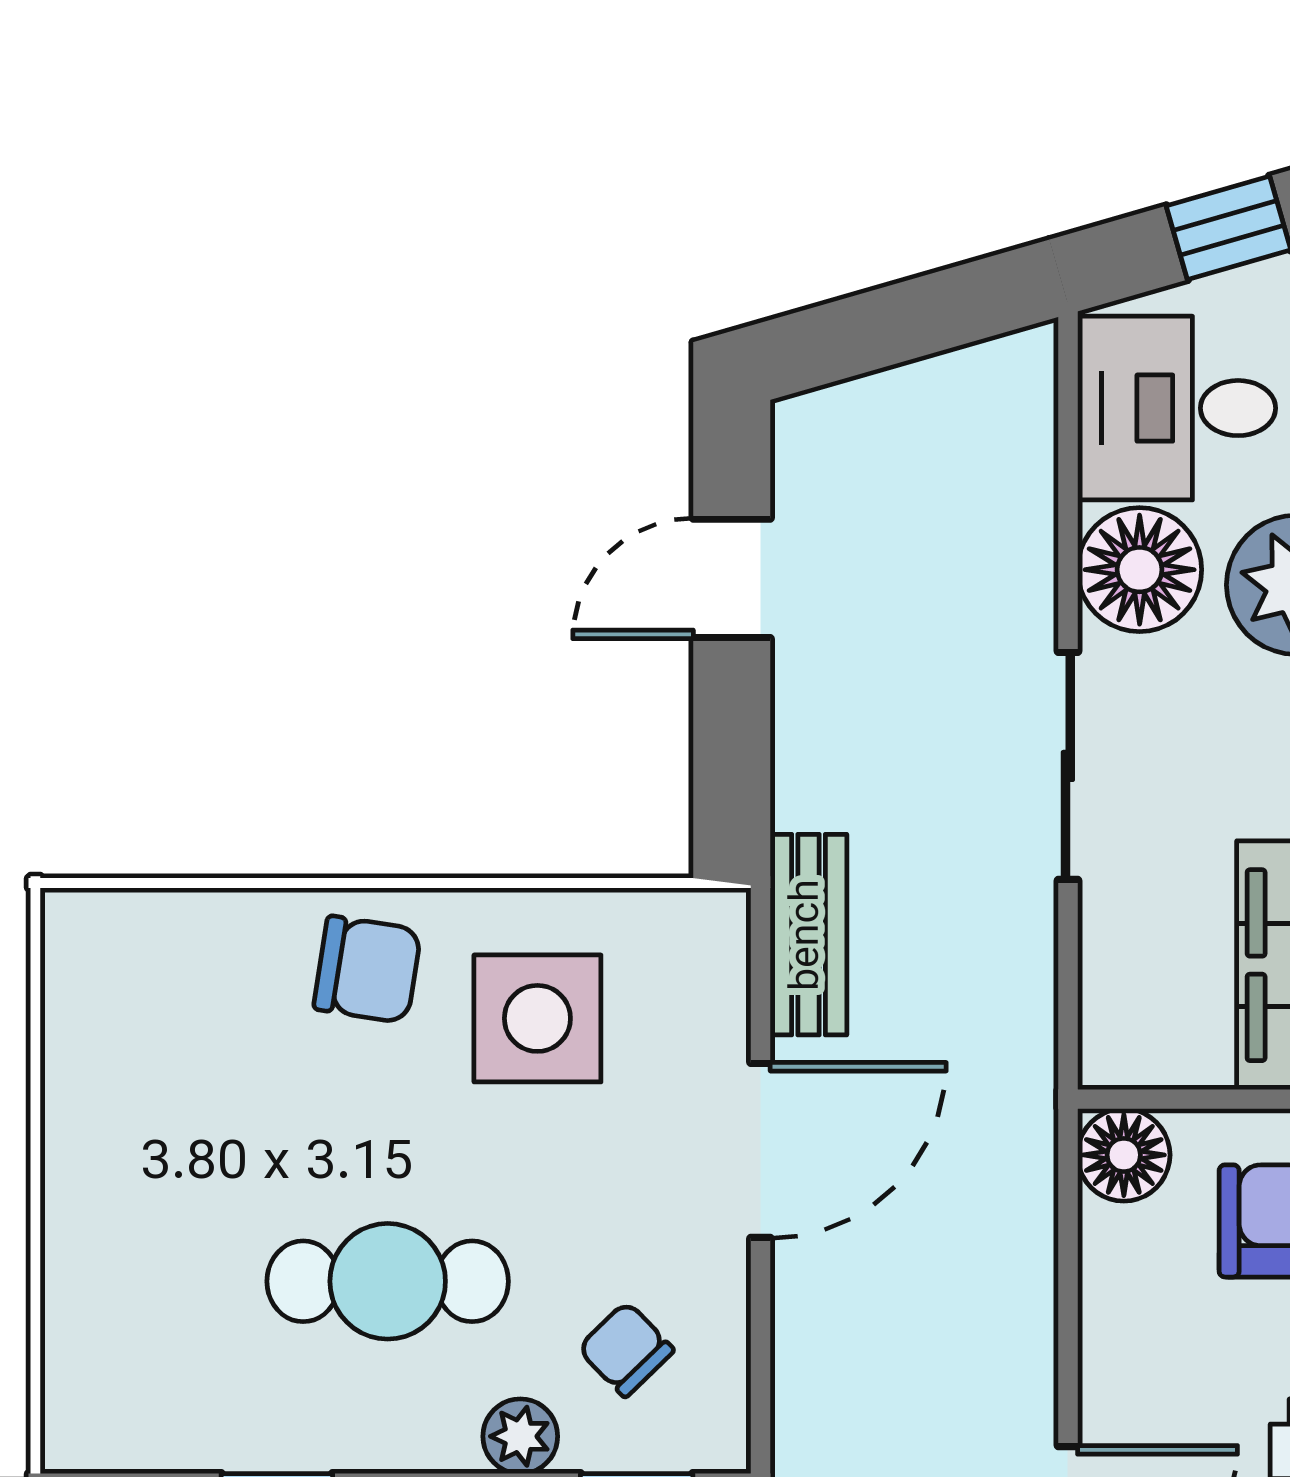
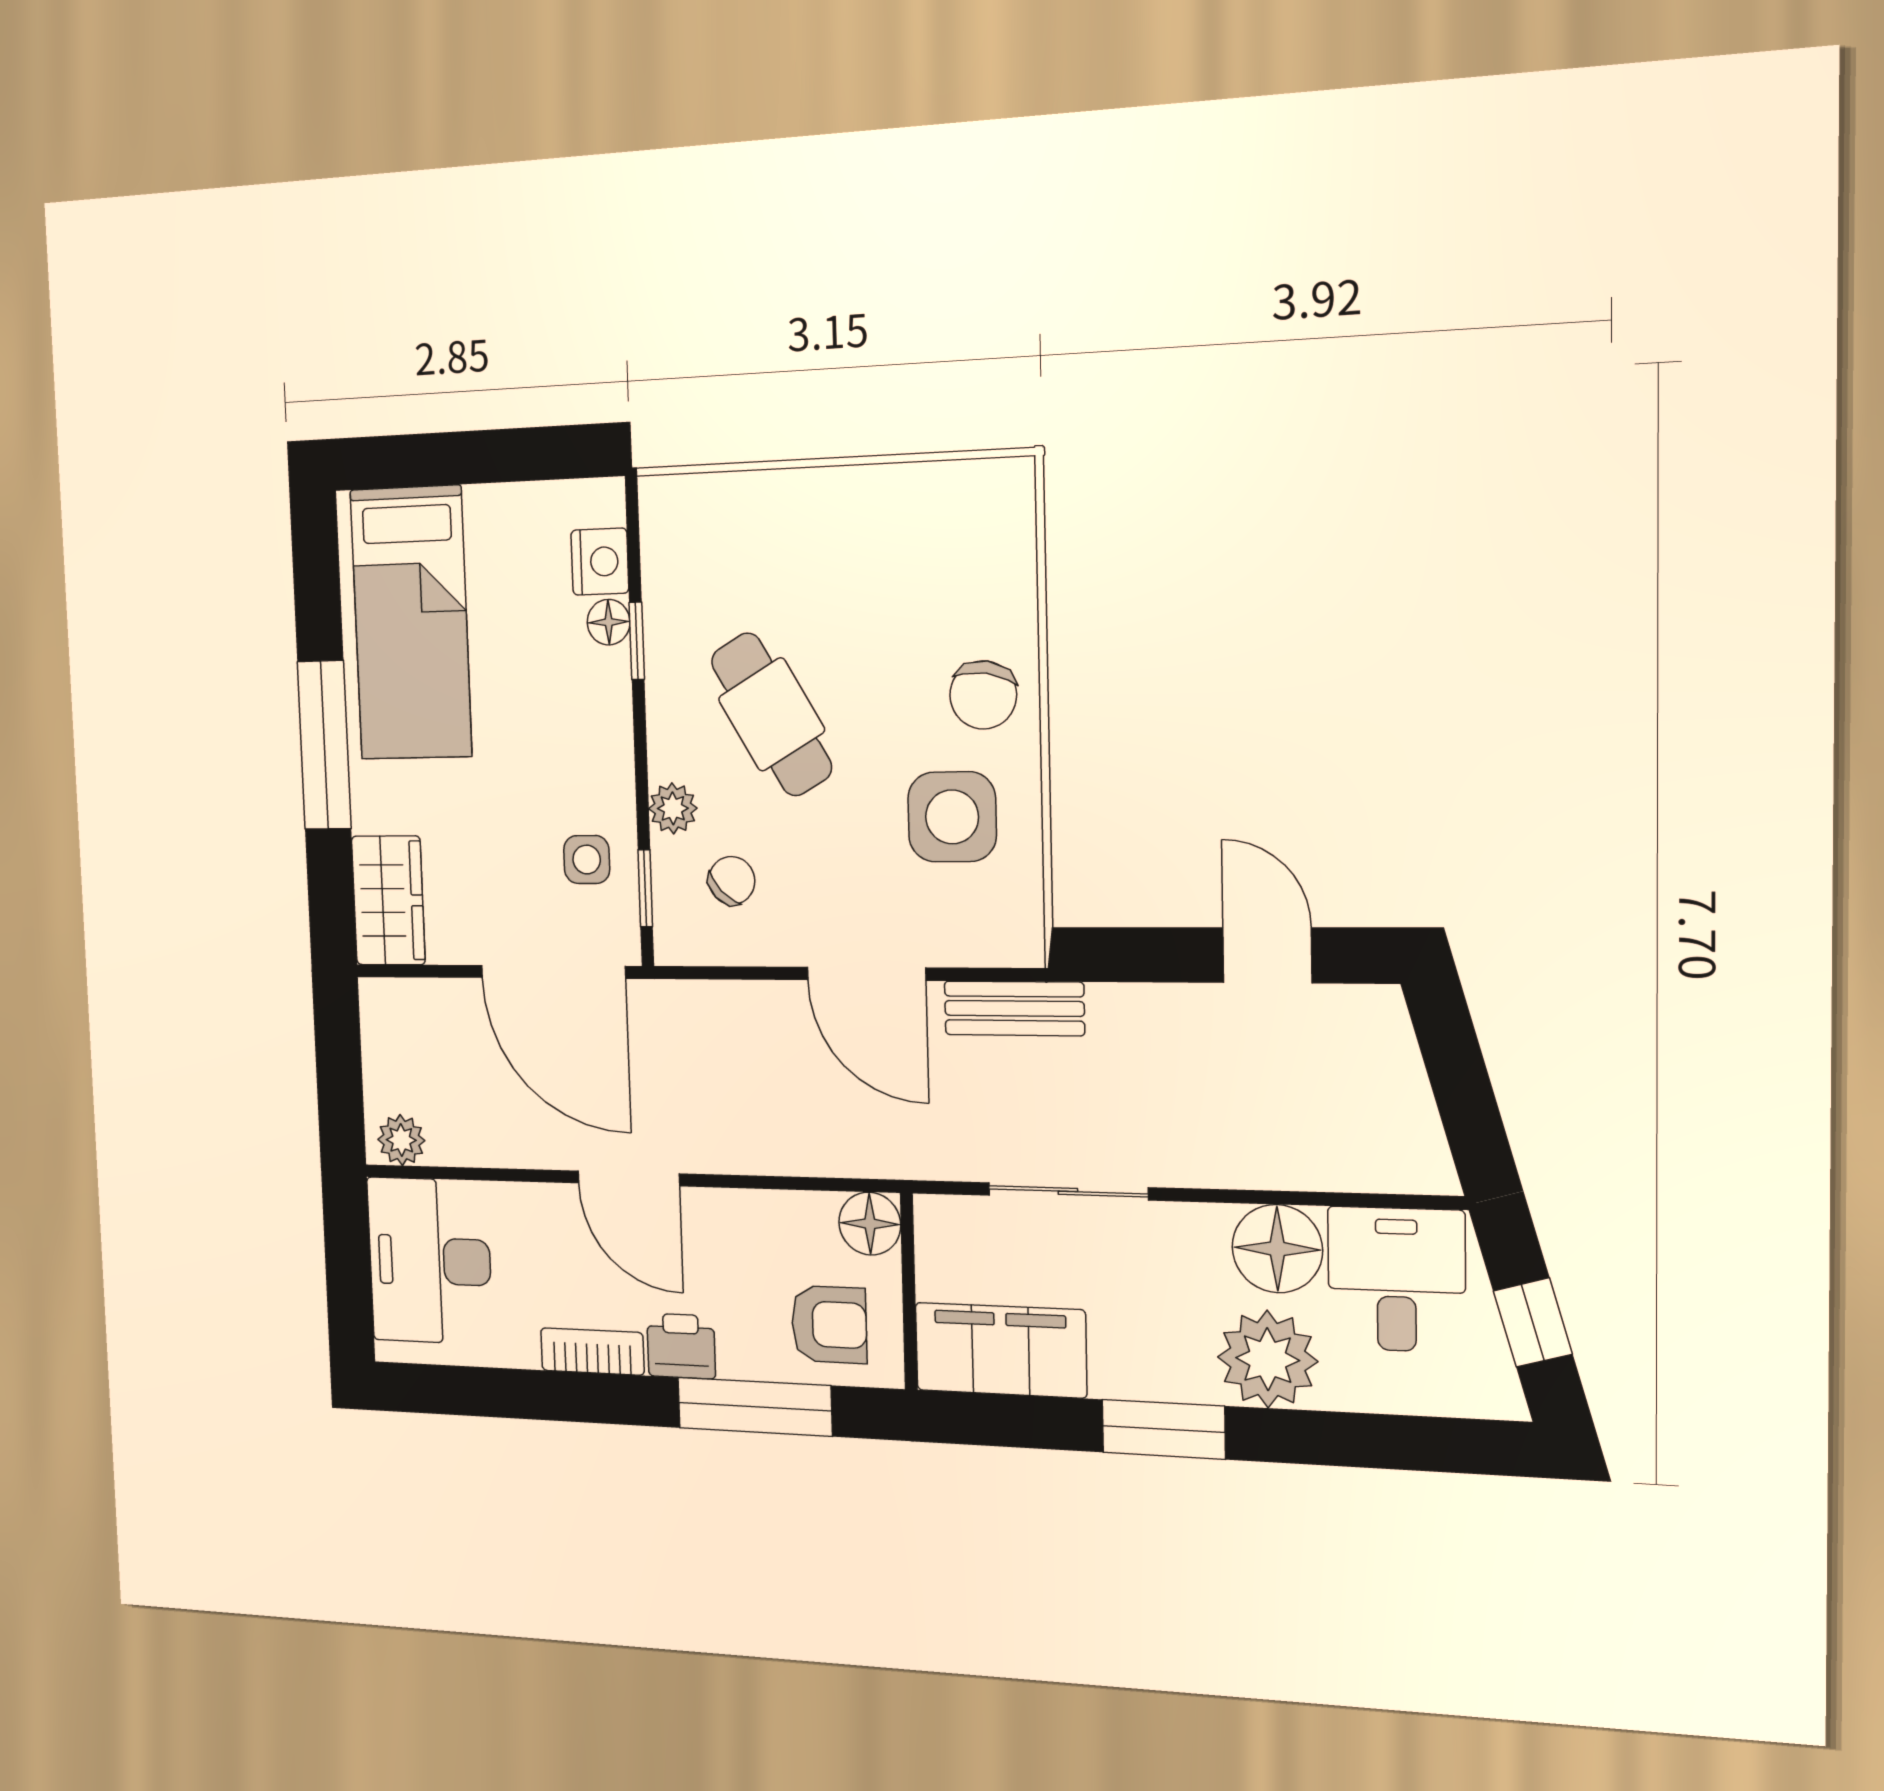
sliding door: (1068, 766) -> (1068, 1191), moved
cafe table: (388, 1281) -> (772, 714), turned -30

